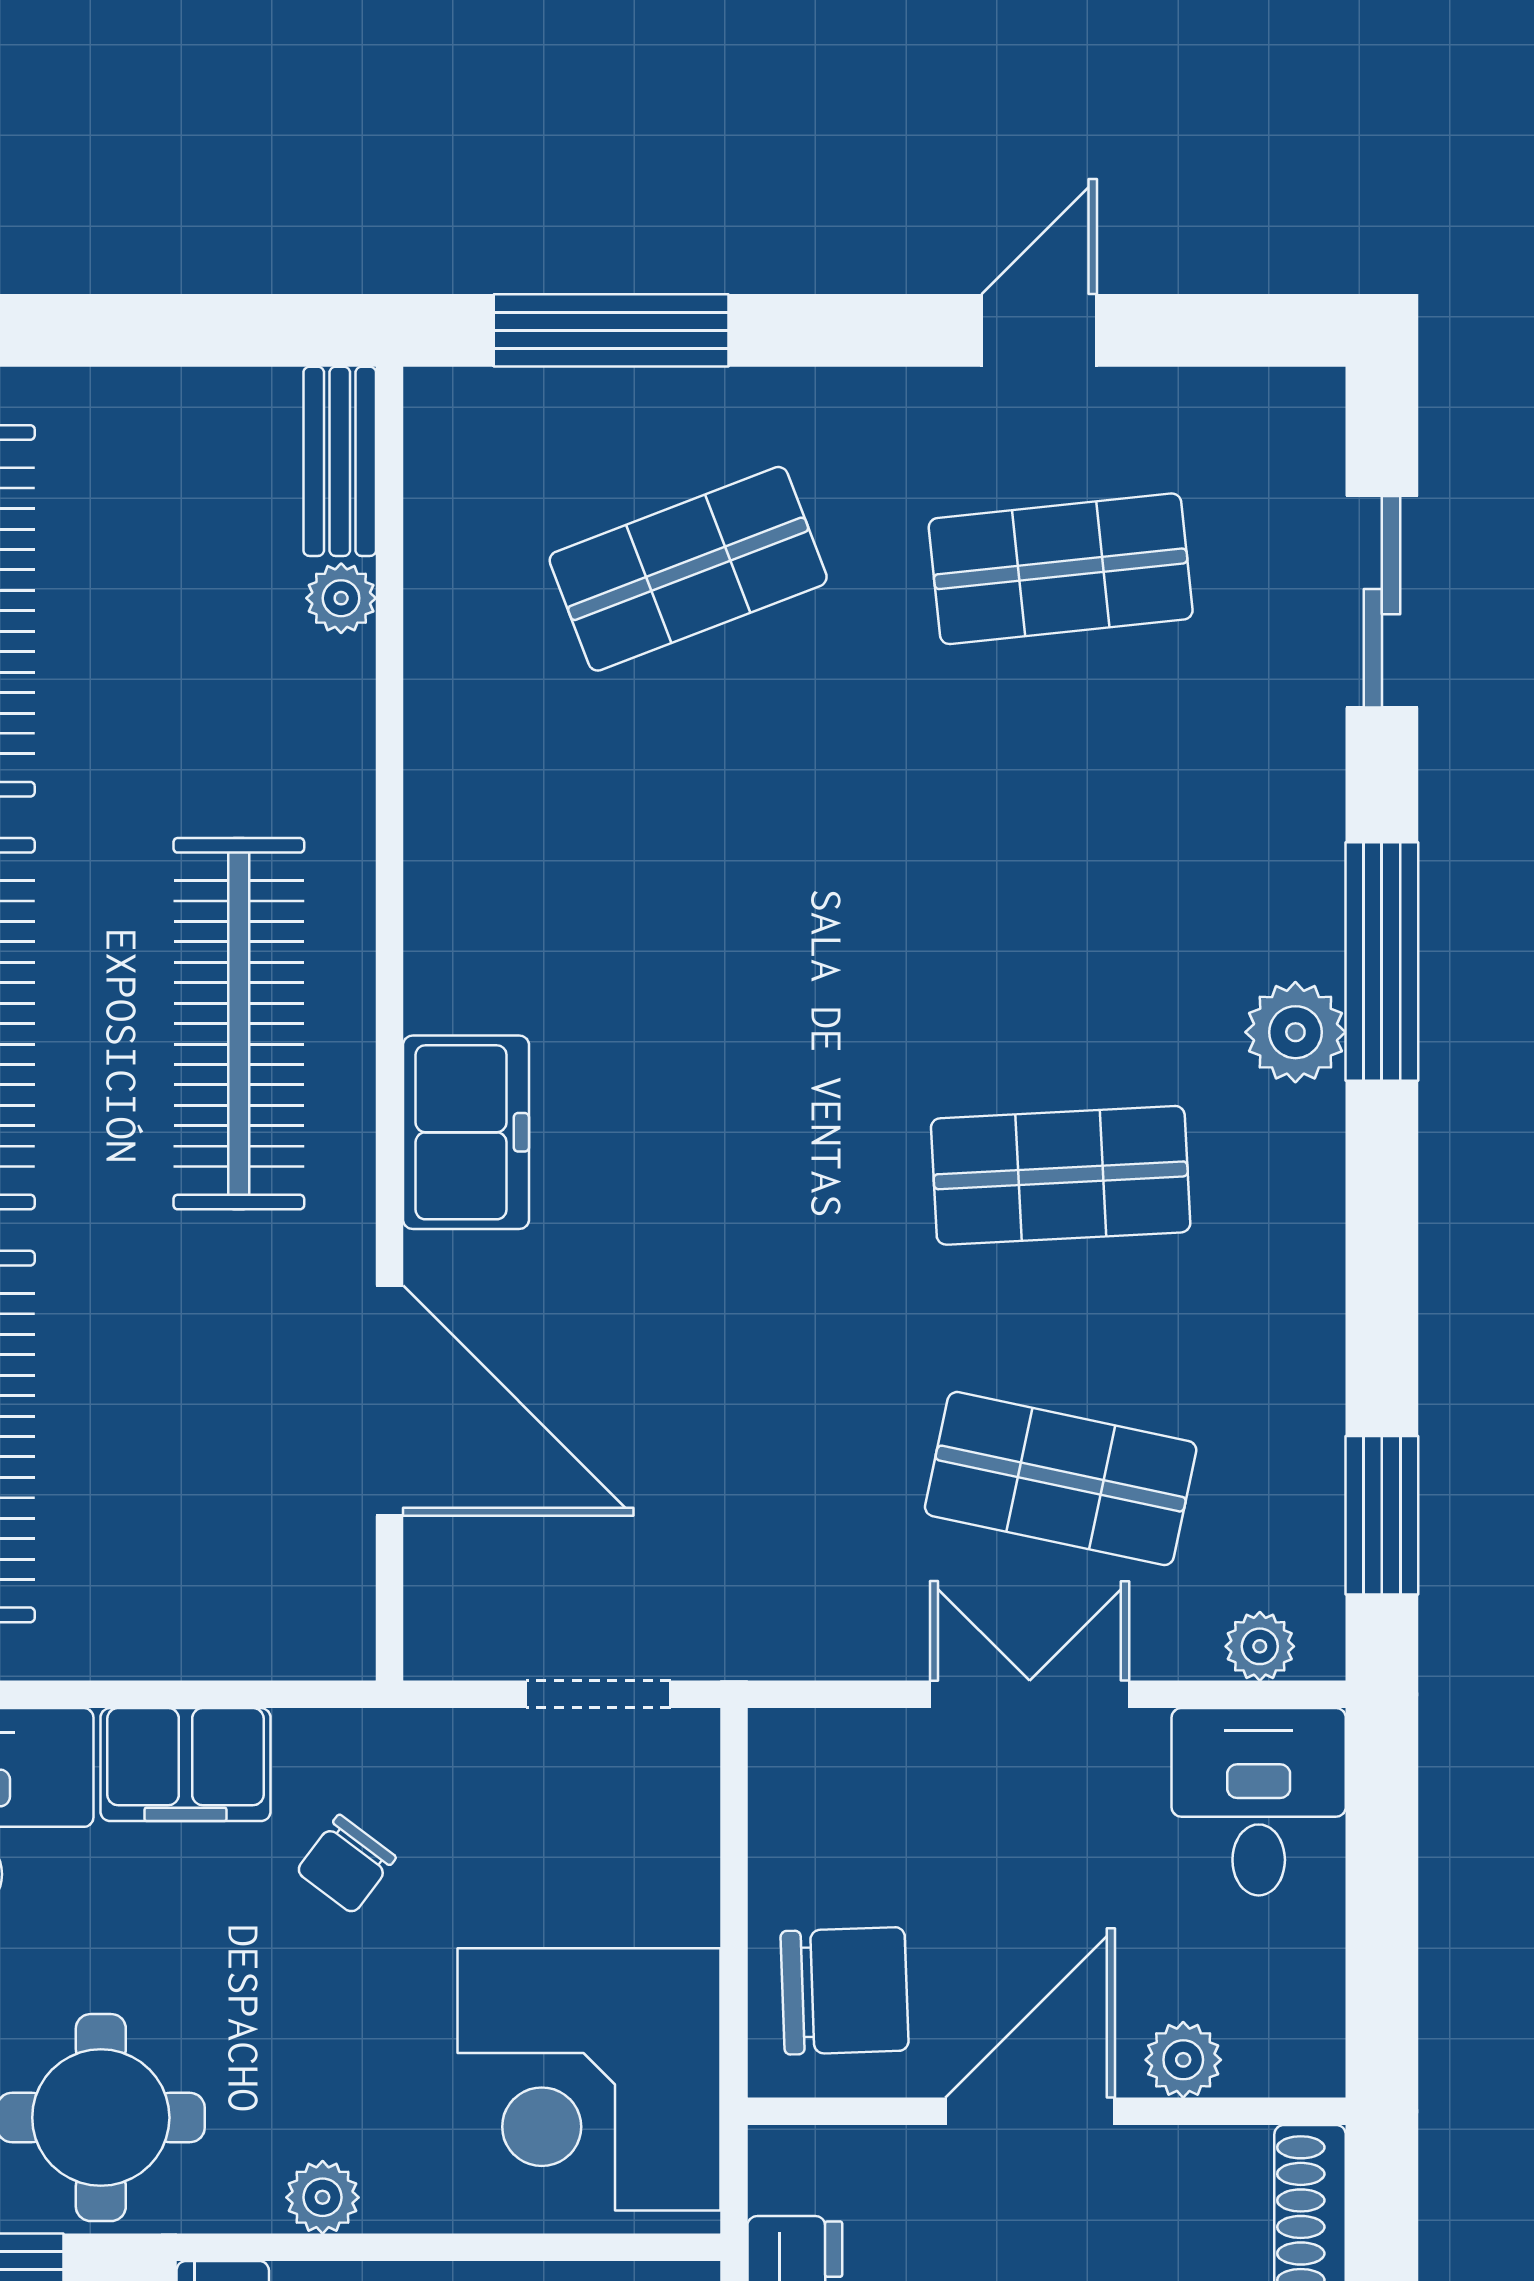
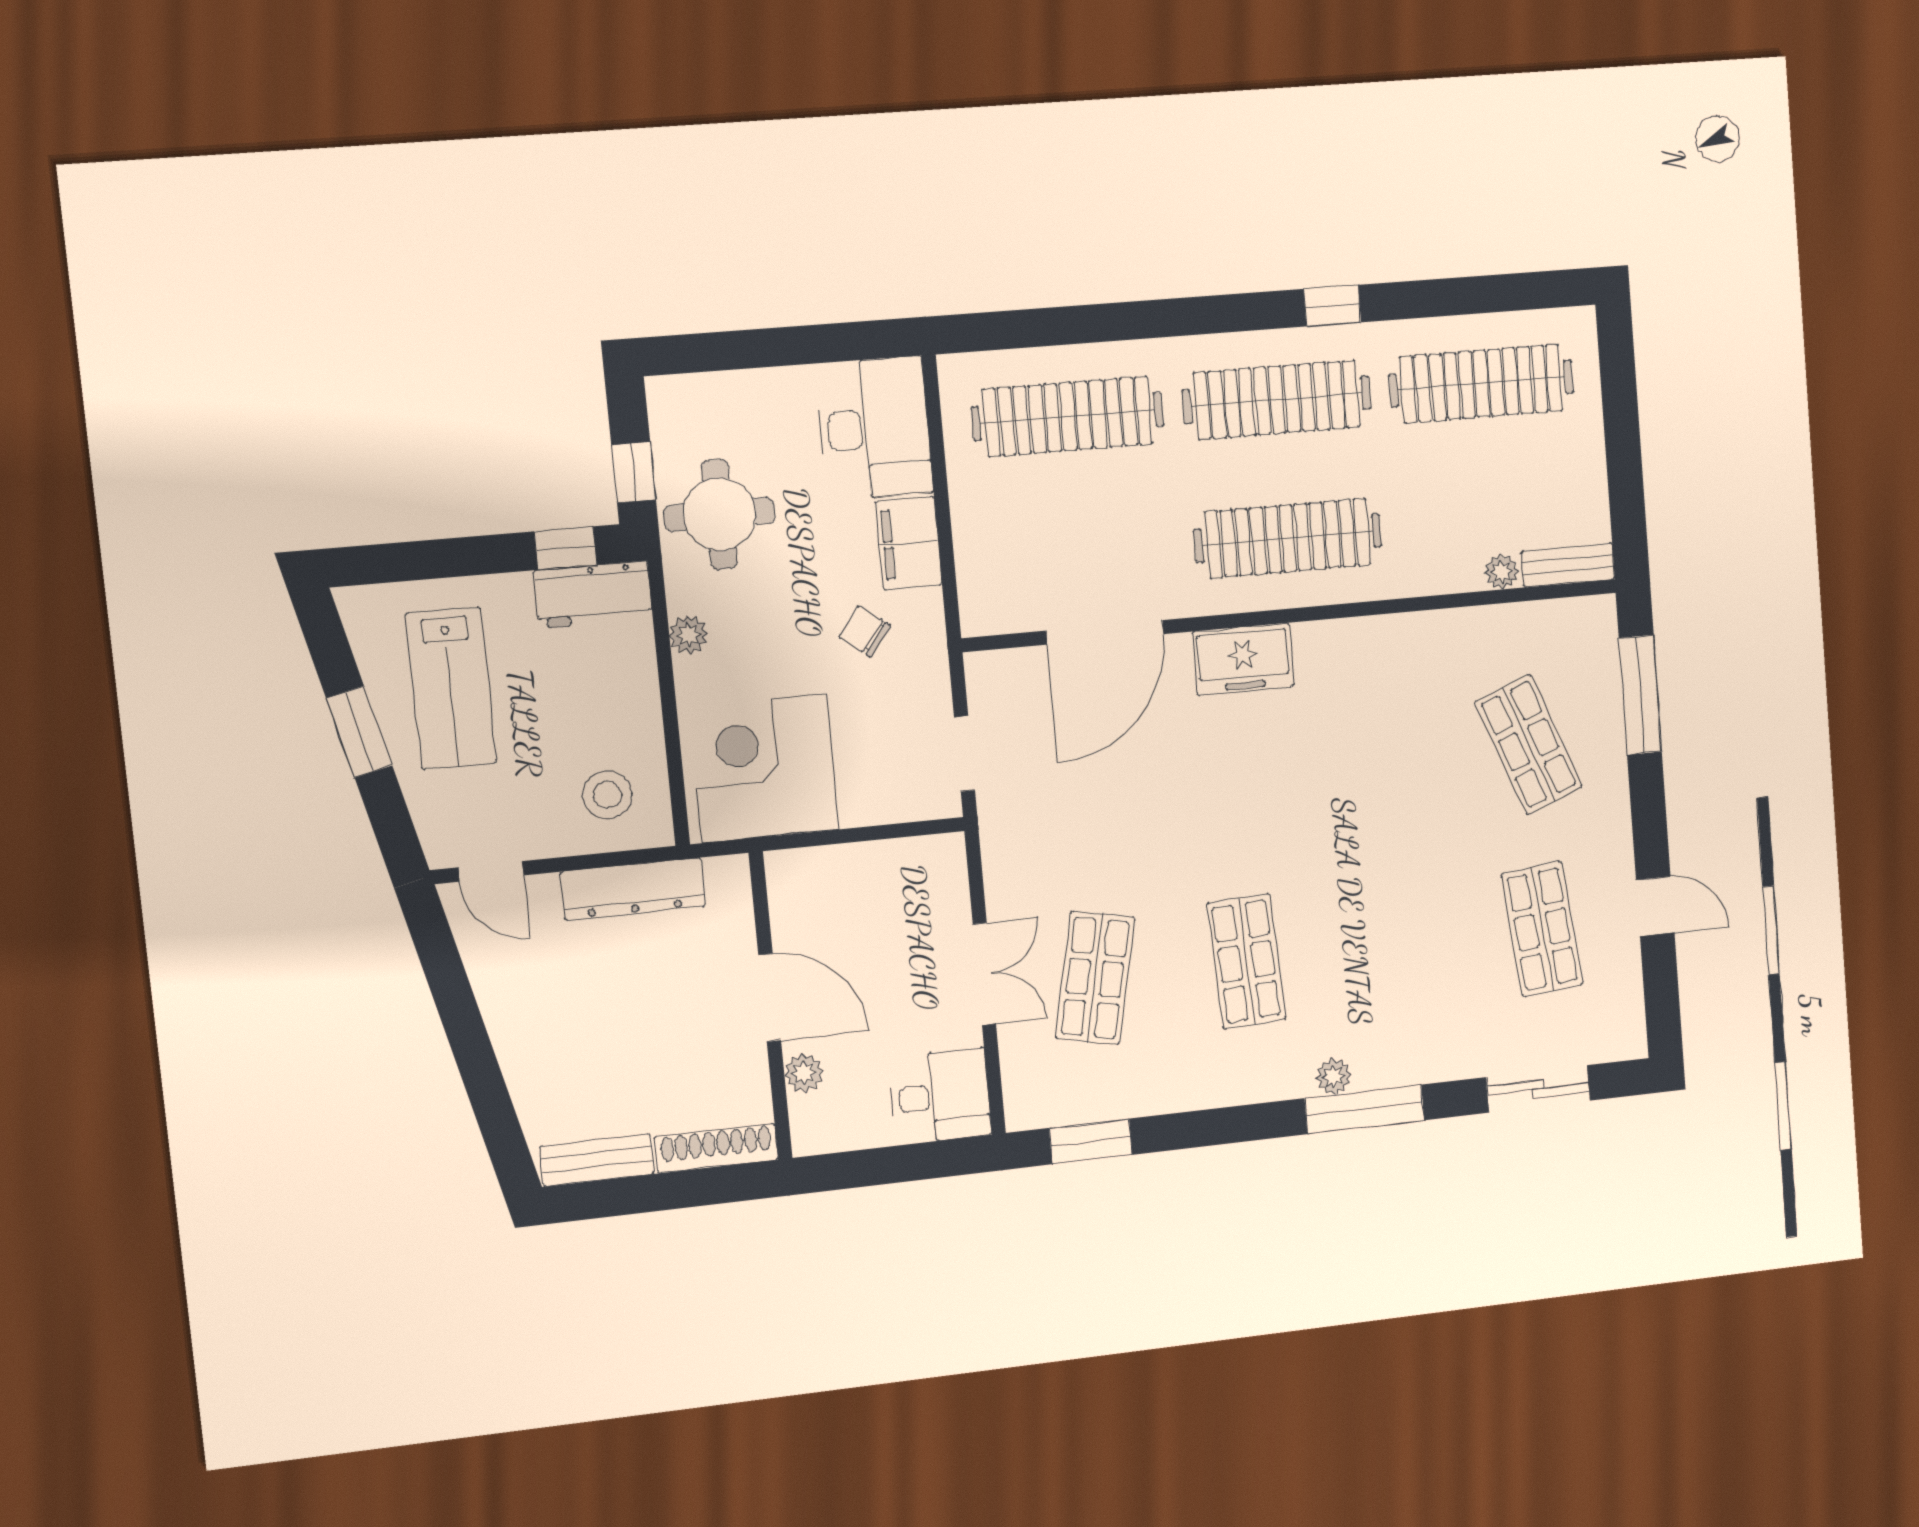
plant: (1295, 1032) -> (1334, 1077), width x0.73, depth x0.73
plant: (1260, 1646) -> (1019, 1088), removed
chair: (845, 1991) -> (823, 896), removed

